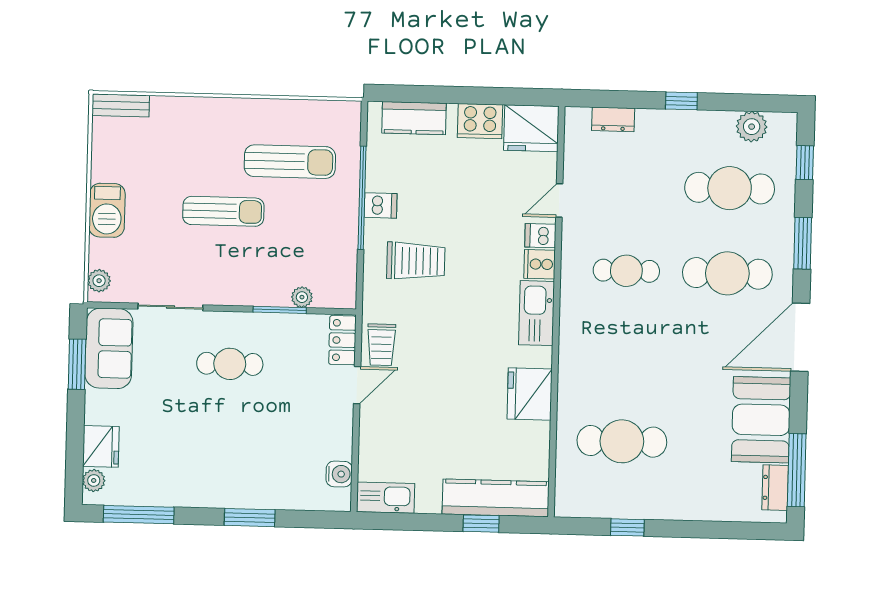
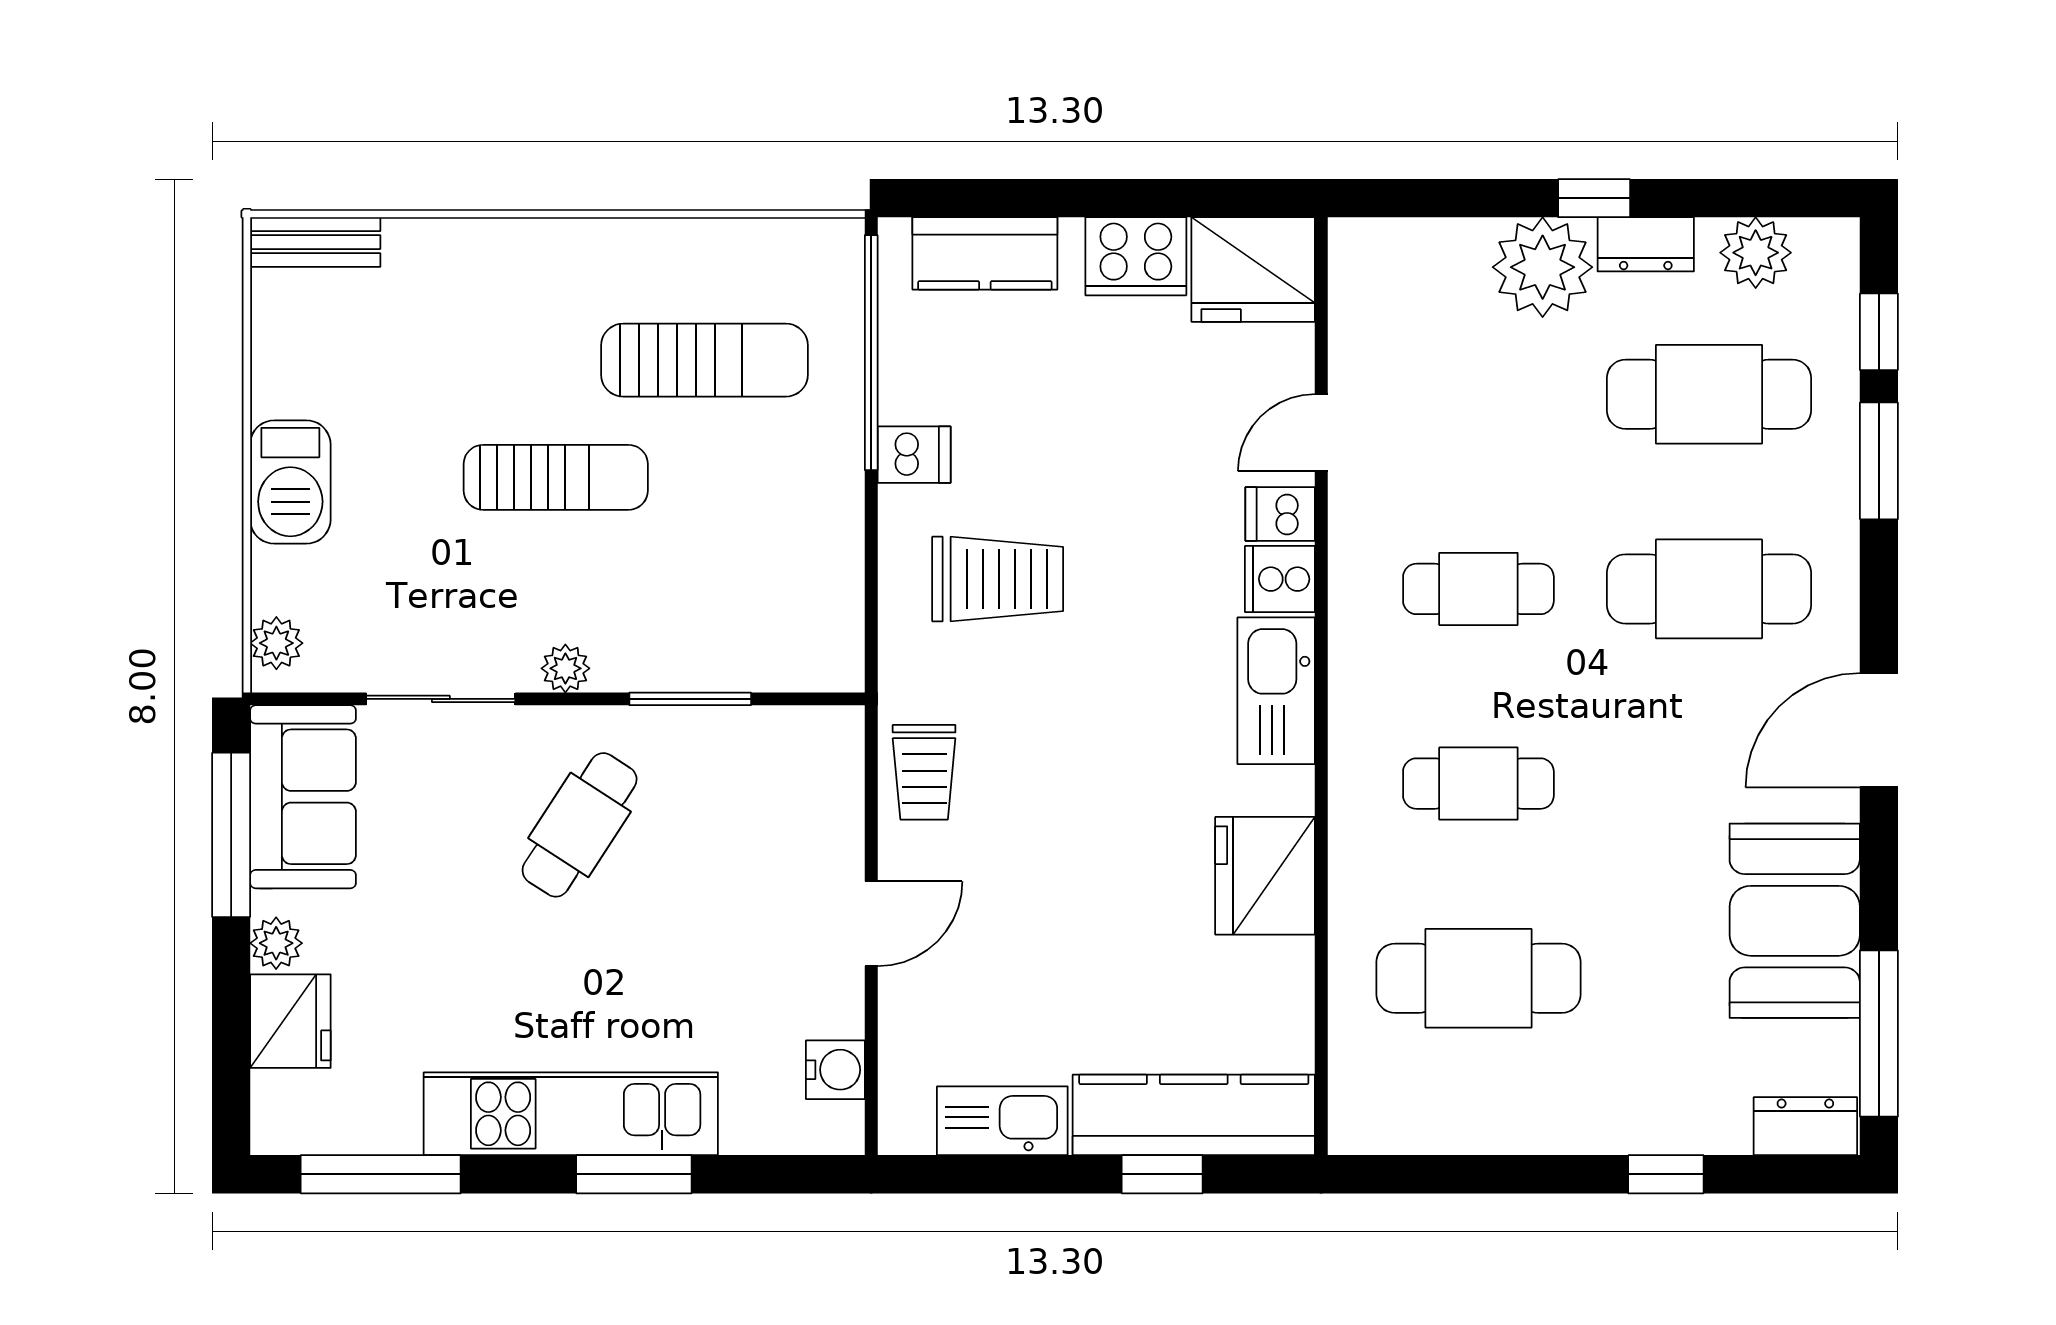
dresser: (613, 119) -> (1646, 244), moved
plant: (658, 131) -> (1543, 267), added
window: (362, 198) -> (871, 353), moved
window: (803, 243) -> (1879, 461), moved
plant: (302, 297) -> (565, 668), moved
door: (800, 337) -> (1879, 730), width x0.73
locker: (342, 340) -> (835, 764), removed
cafe table: (624, 356) -> (1478, 784), added
window: (77, 364) -> (231, 835), width x1.44
cafe table: (230, 364) -> (580, 825), turned -57
door: (357, 385) -> (871, 924), moved
plant: (94, 480) -> (276, 943), moved
dresser: (775, 488) -> (1805, 1126), moved, turned 90
kitchen unit: (223, 490) -> (571, 1114), added
kitchen sink: (386, 498) -> (1002, 1121), moved
window: (627, 527) -> (1666, 1174), moved

